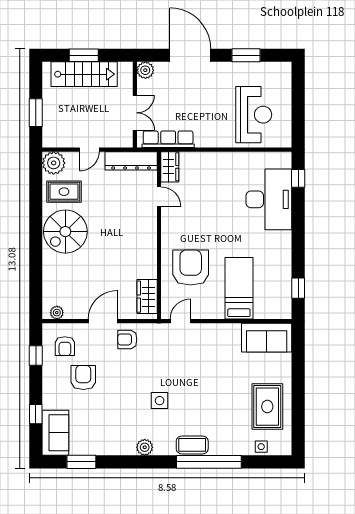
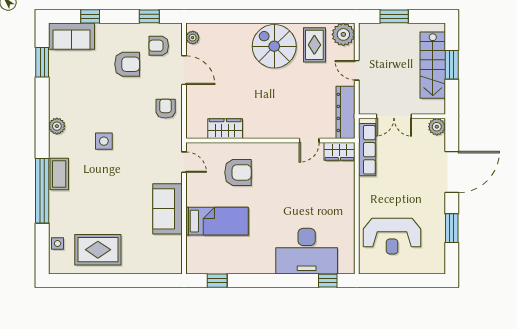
armchair: (191, 268) -> (238, 172), width x0.73, depth x0.73
wardrobe: (147, 297) -> (225, 129), moved
door: (103, 321) -> (184, 70), moved
sofa: (267, 338) -> (167, 209), moved

